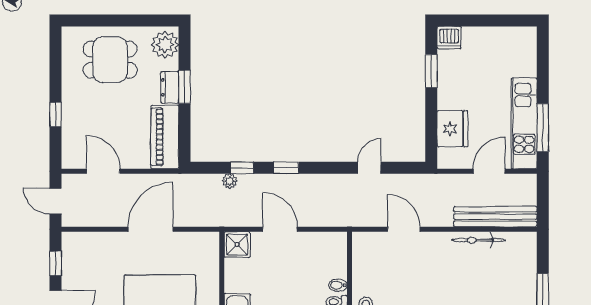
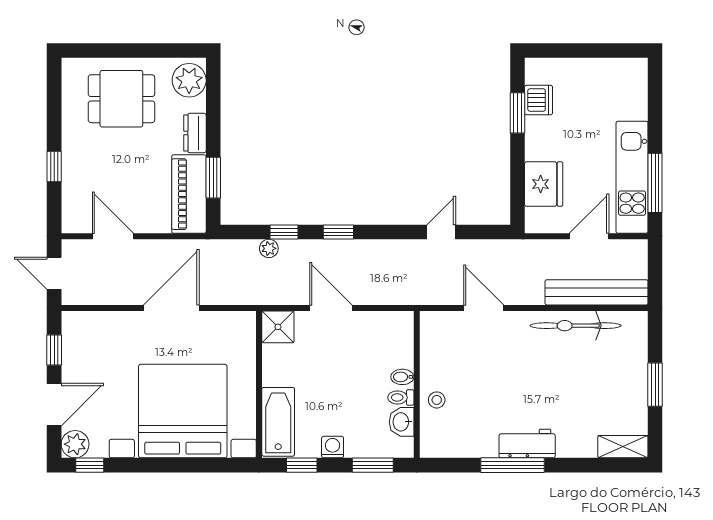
dishwasher: (449, 38) -> (539, 100), moved, turned -90
window: (185, 87) -> (213, 178), moved
bicycle: (478, 240) -> (576, 326), width x1.37, depth x1.40

